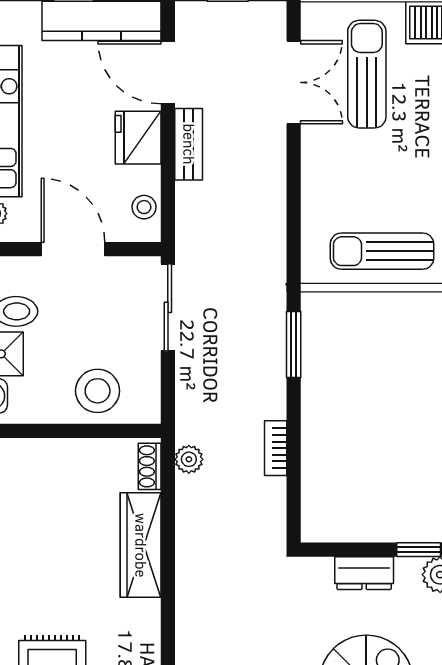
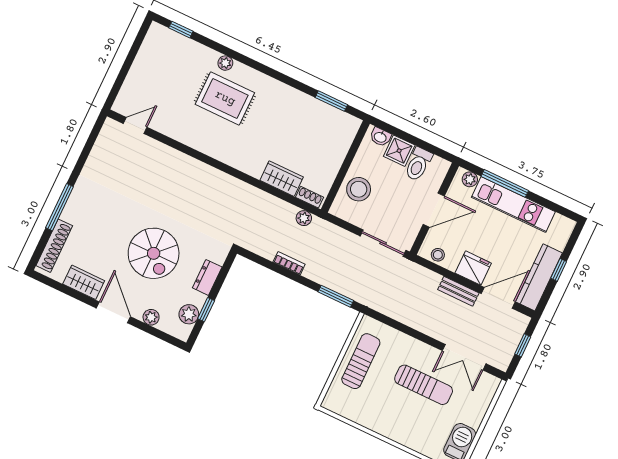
sun lounger: (367, 74) -> (424, 385), moved
wardrobe: (141, 545) -> (282, 179), width x0.67

